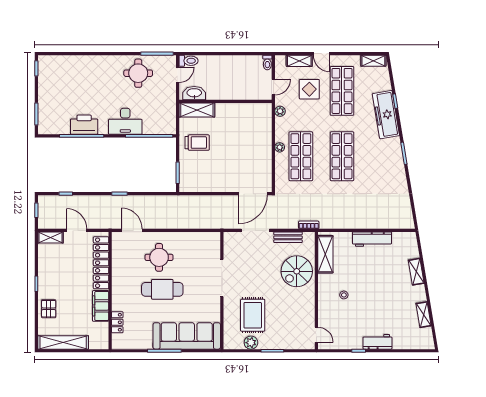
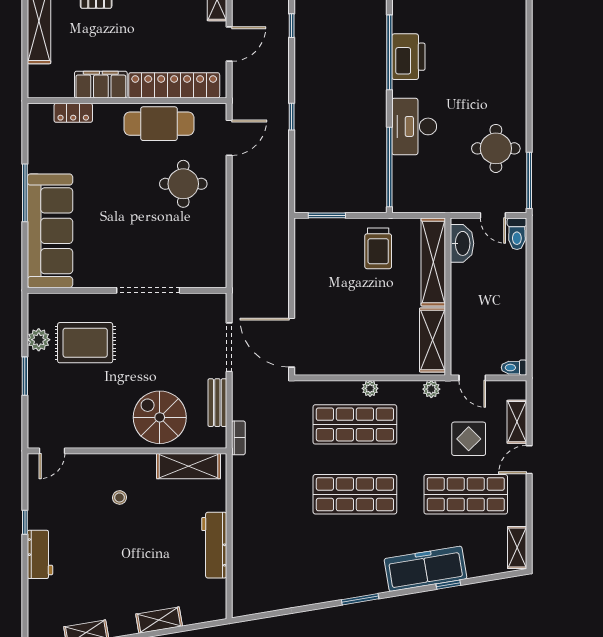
shelving: (197, 110) -> (433, 262), width x1.47
shelving: (251, 111) -> (432, 340), added
cafe table: (162, 289) -> (159, 124), moved, turned 90

